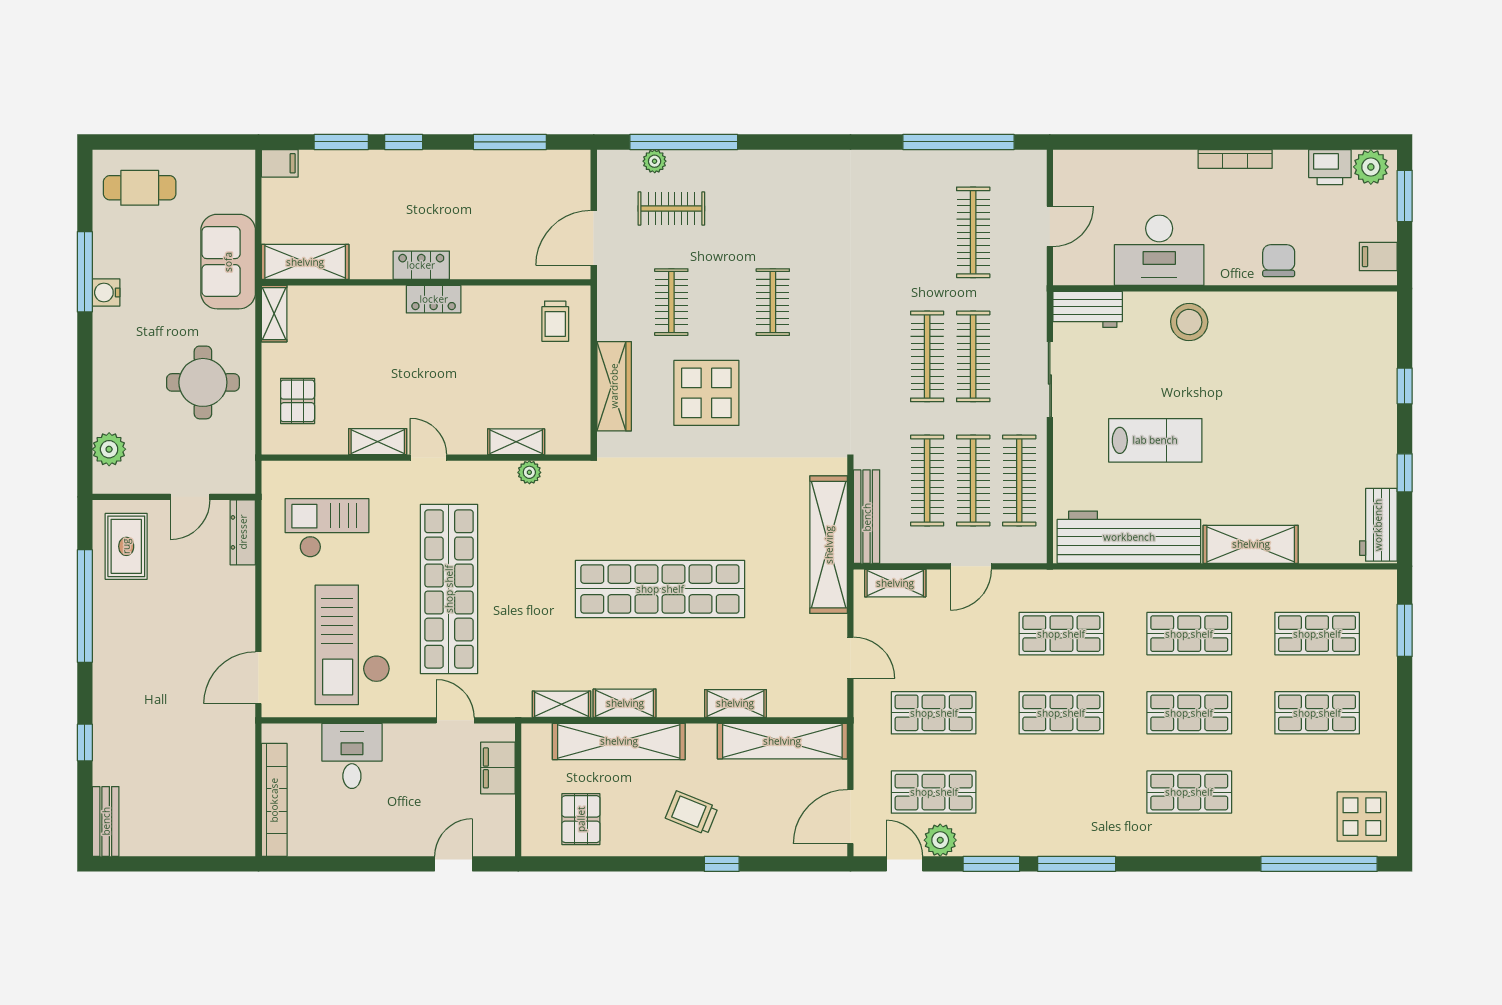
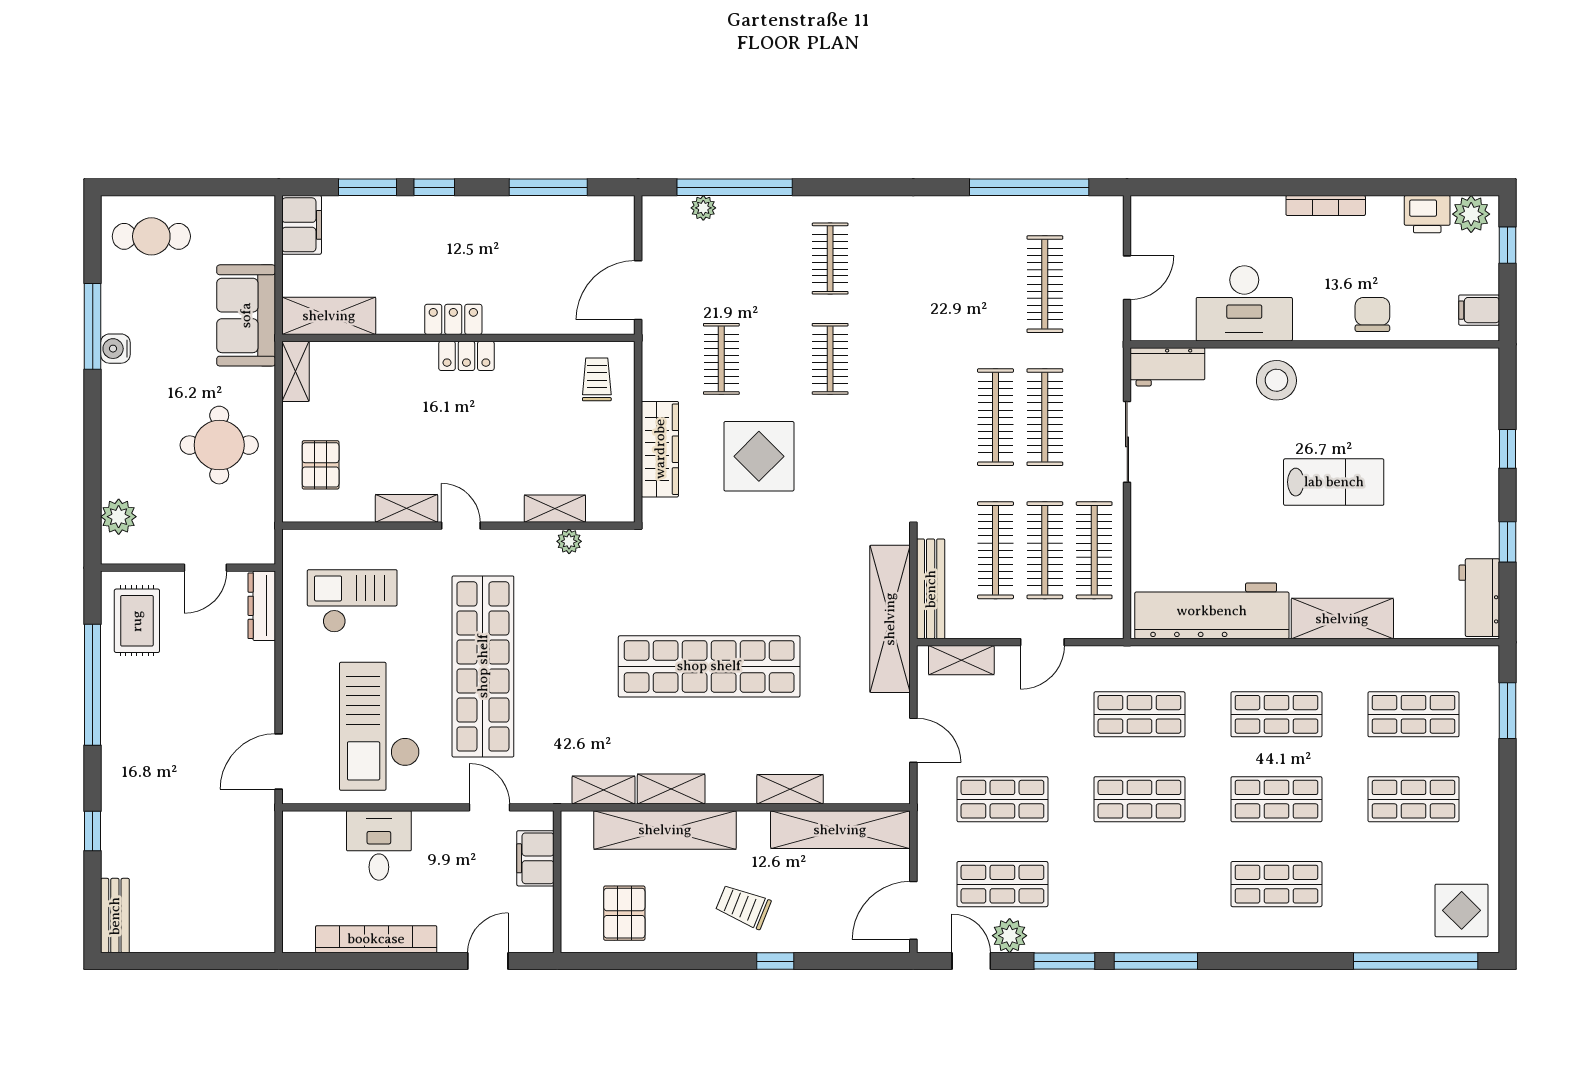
filing cabinet: (280, 163) -> (302, 225), width x2.00
window: (1405, 196) -> (1507, 245), width x0.67
clothes rail: (671, 209) -> (830, 259), moved, turned 90
trolley: (555, 321) -> (597, 379), turned 180
lab bench: (1155, 440) -> (1334, 482), moved
bookcase: (274, 800) -> (376, 939), moved, turned -90

